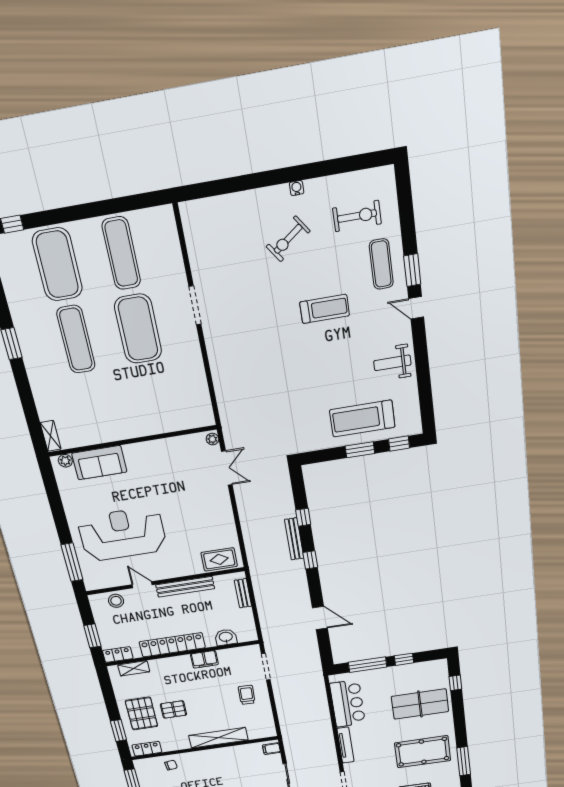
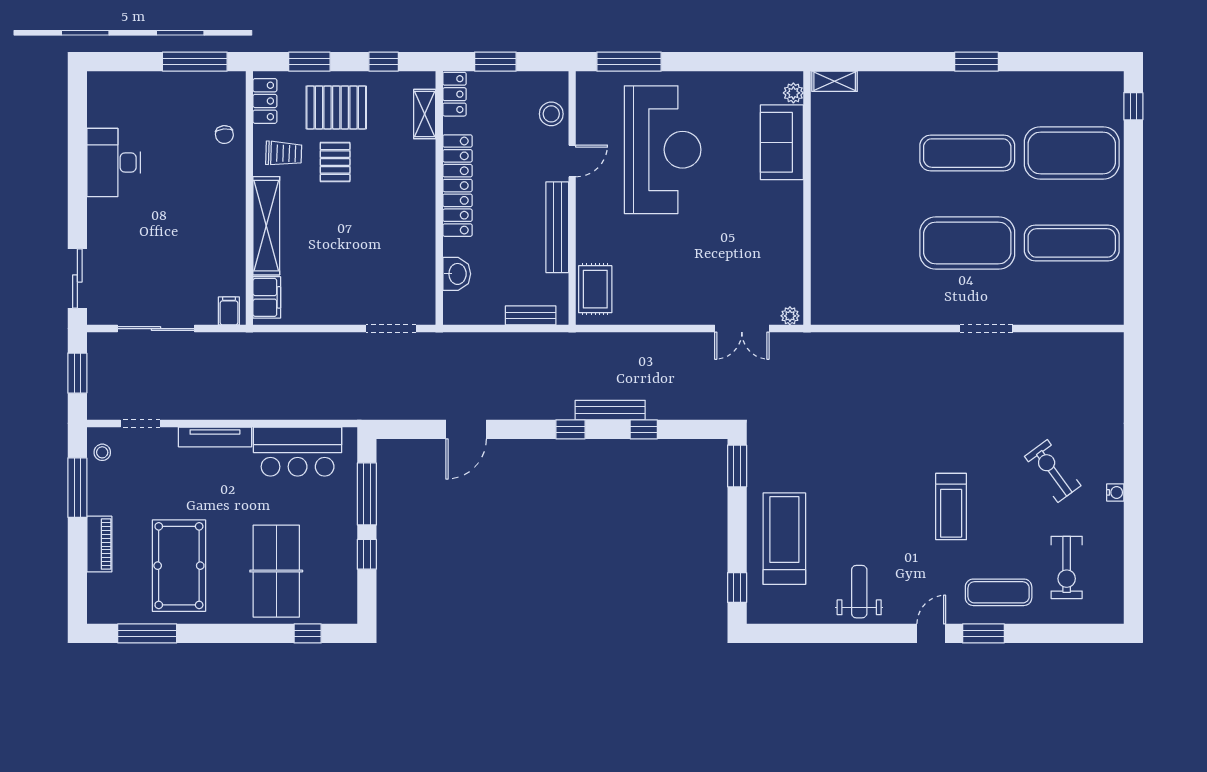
window: (360, 450) -> (737, 466), moved
filing cabinet: (204, 659) -> (267, 297), moved, turned 180
window: (108, 694) -> (384, 62), added
trolley: (247, 695) -> (284, 153), moved

